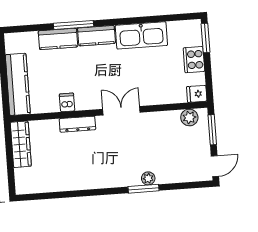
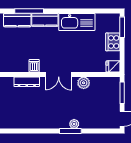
dishwasher: (67, 102) -> (34, 66), moved
double door: (121, 111) -> (59, 74), swing flipped
plant: (189, 117) -> (84, 83), moved

